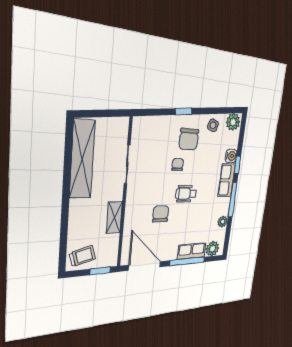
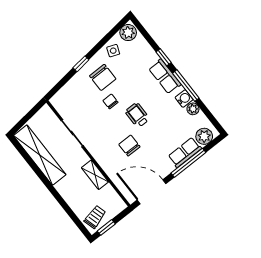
water cooler: (231, 156) -> (184, 99), moved
wheelchair: (186, 194) -> (137, 115), turned 90
window: (100, 271) -> (106, 227), moved

